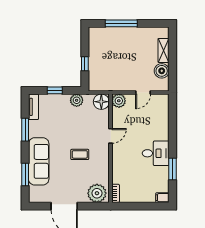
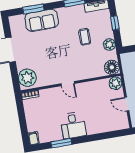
door: (111, 136) -> (68, 84), moved
coffee table: (80, 154) -> (85, 37), moved
sofa: (39, 161) -> (42, 20), width x0.73

